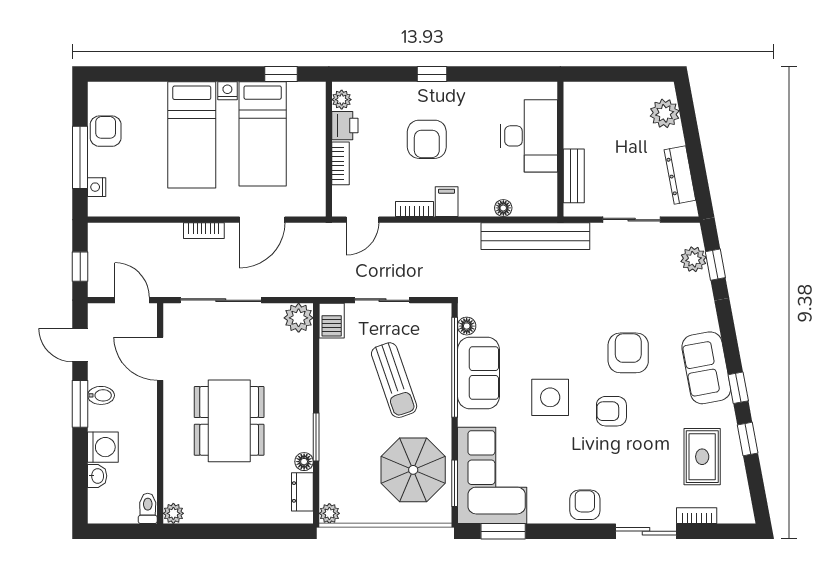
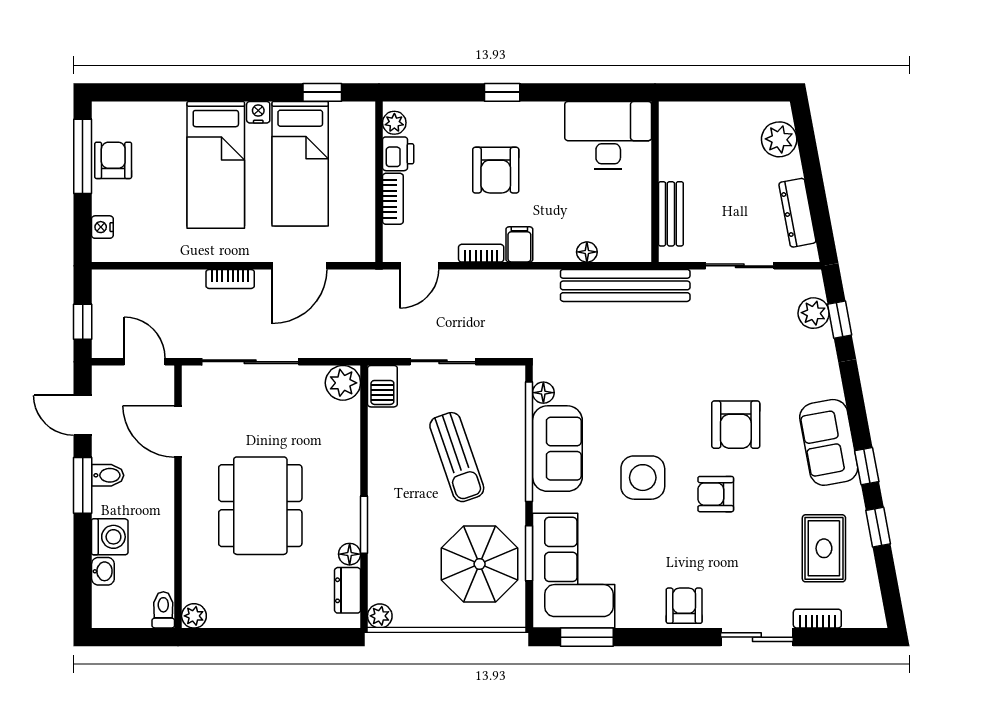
desk: (529, 136) -> (608, 135), moved, turned -90
window: (80, 157) -> (83, 156), moved
armchair: (628, 353) -> (736, 425), turned 180
window: (455, 483) -> (529, 553), moved

